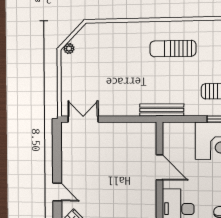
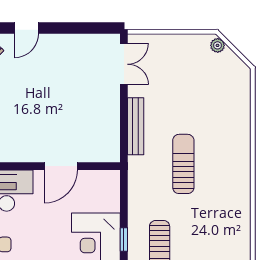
sun lounger: (173, 49) -> (183, 164), moved
bench: (162, 110) -> (136, 126), moved

